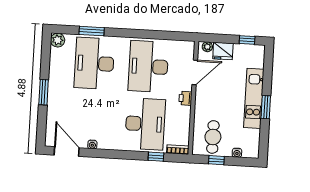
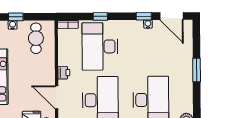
door: (195, 72) -> (57, 97), hinge flipped
window: (96, 153) -> (144, 16), added
window: (156, 157) -> (100, 16), moved
window: (216, 160) -> (16, 17), moved

